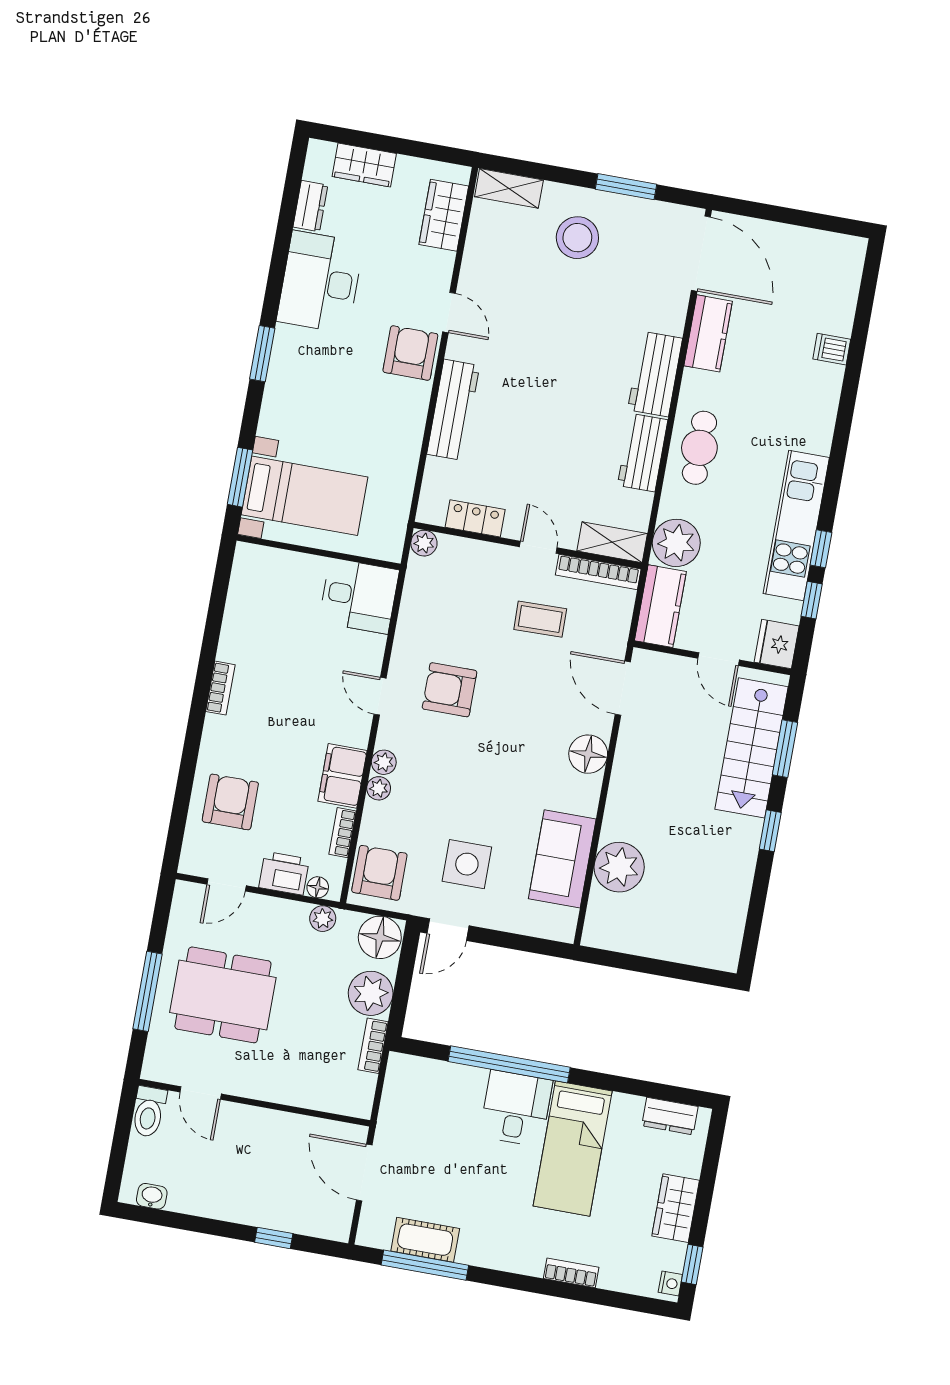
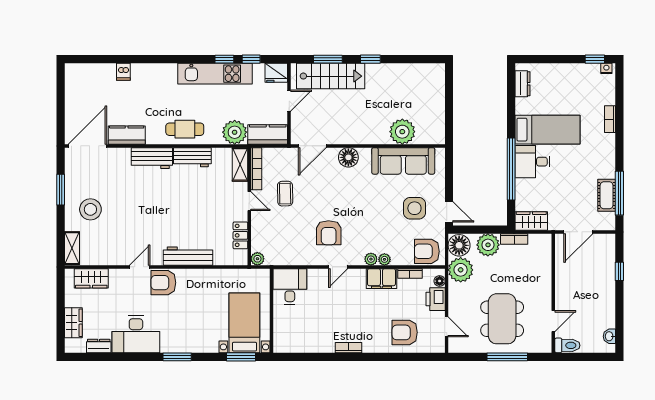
door: (538, 547) -> (249, 201), swing flipped
sofa: (562, 859) -> (403, 161), width x1.36
plant: (323, 919) -> (461, 270), width x1.88, depth x1.88
wardrobe: (676, 1208) -> (531, 221), moved, turned 180

